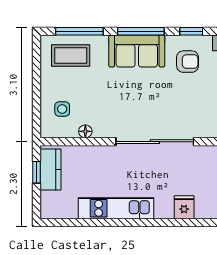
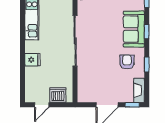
window: (141, 31) -> (147, 32), width x0.46
armchair: (187, 62) -> (127, 62), turned 180

